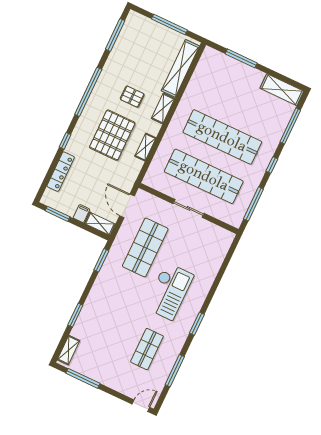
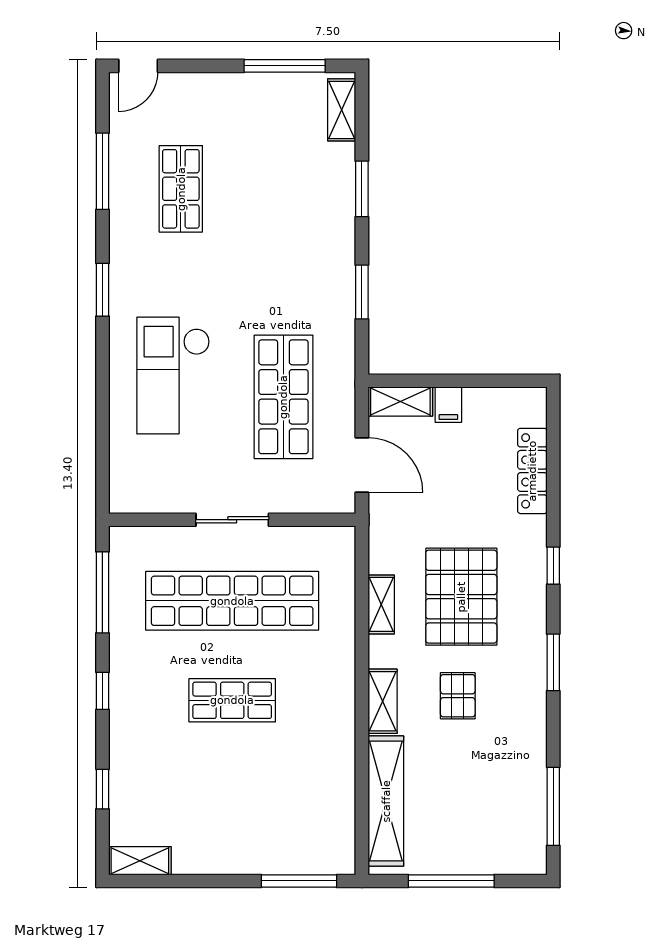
window: (241, 58) -> (299, 881), moved
shelving: (282, 90) -> (140, 861), width x0.67, depth x0.75
window: (88, 92) -> (553, 662), width x0.47
pallet: (132, 97) -> (458, 696), turned 90
window: (290, 126) -> (102, 789), width x0.46
shop shelf: (222, 137) -> (232, 700), width x0.50, depth x0.74
window: (65, 141) -> (553, 566), moved
window: (58, 214) -> (497, 381), removed
window: (101, 260) -> (362, 292), moved
checkout: (169, 291) -> (173, 376), moved

